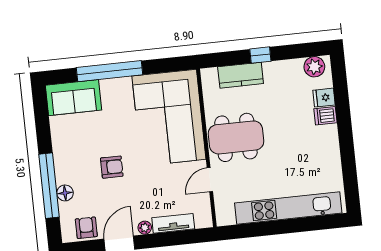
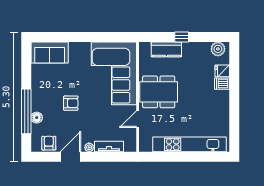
window: (109, 71) -> (76, 37), removed

